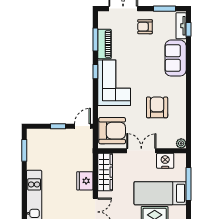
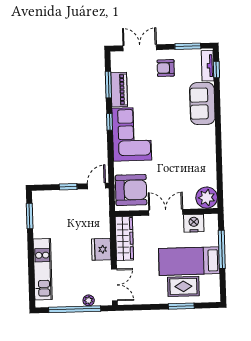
armchair: (157, 107) -> (182, 161), removed
plant: (181, 143) -> (207, 198), width x1.88, depth x1.88

